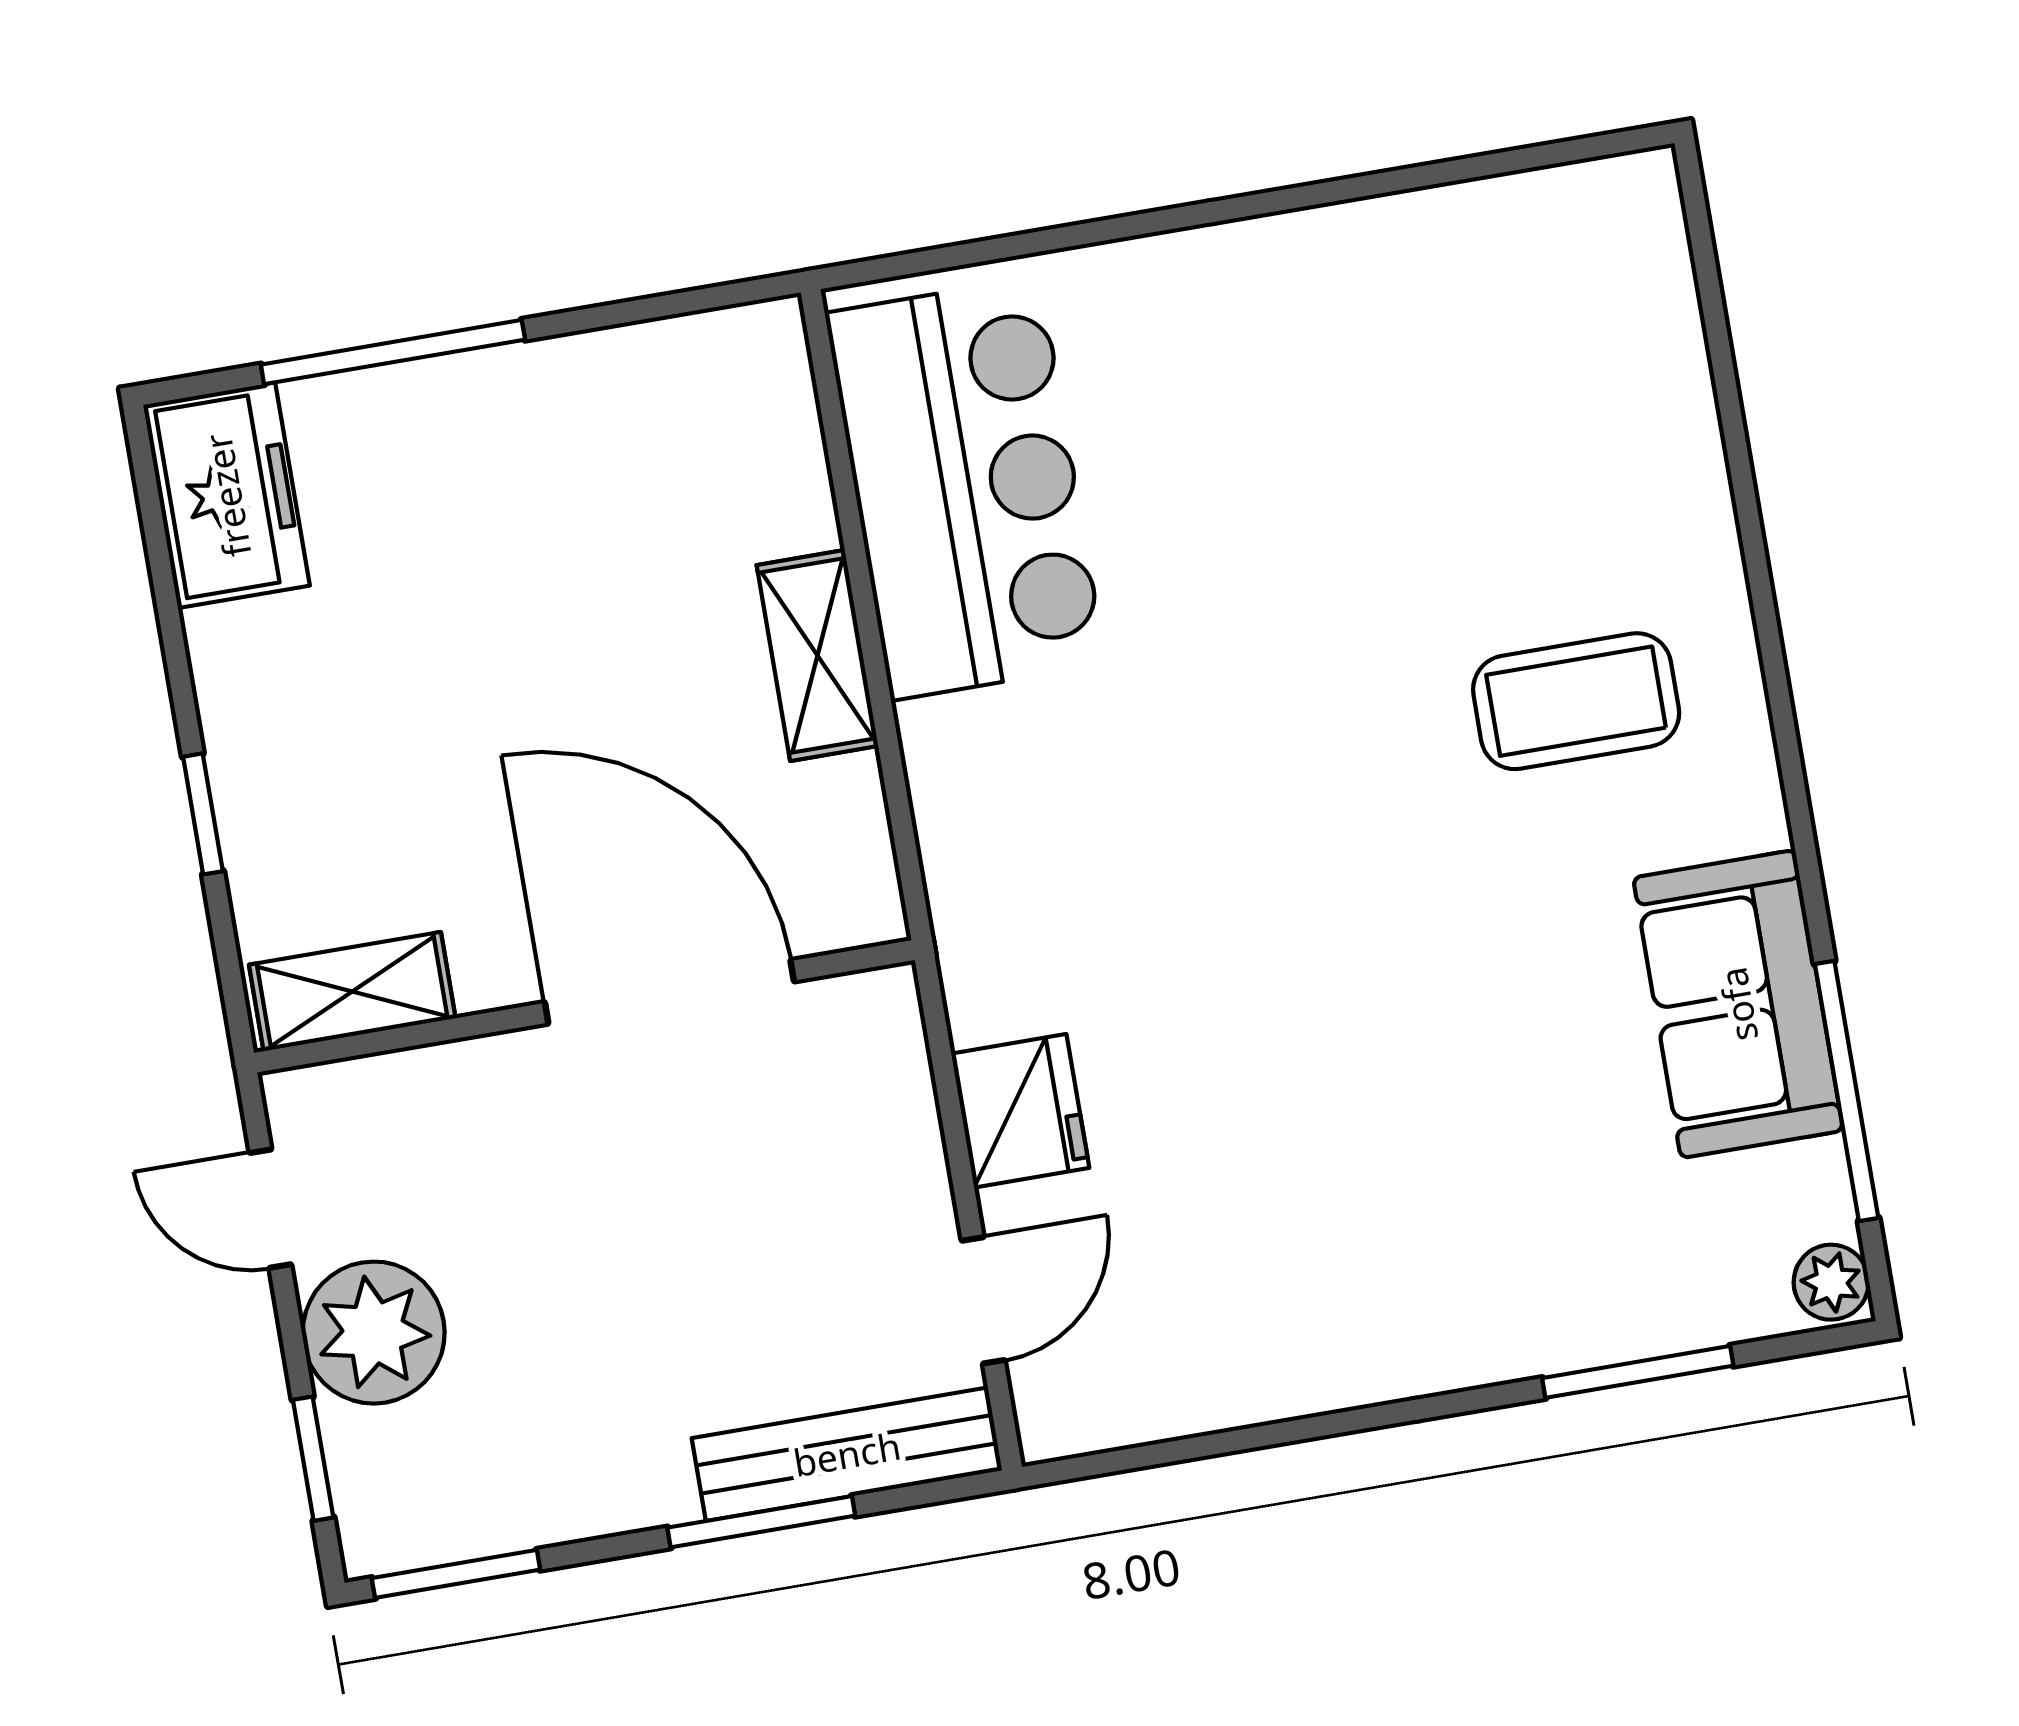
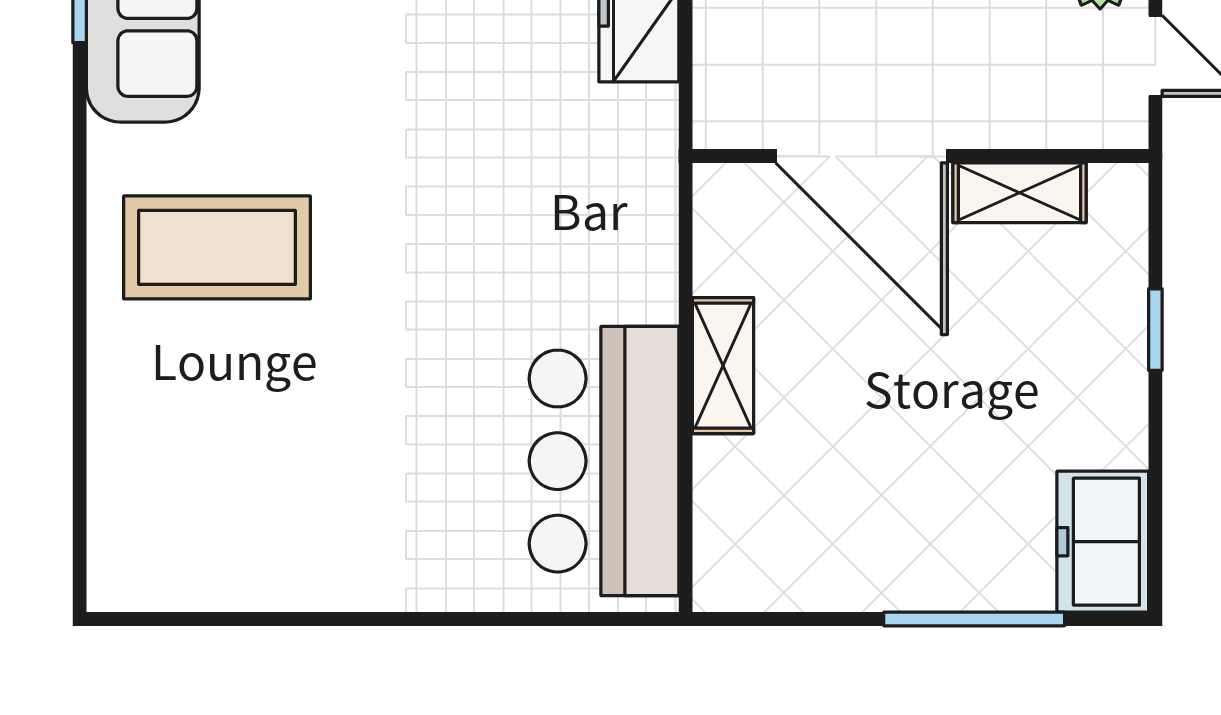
coffee table: (1576, 701) -> (217, 247), width x1.36, depth x1.32
shelving: (352, 991) -> (1020, 193), moved

